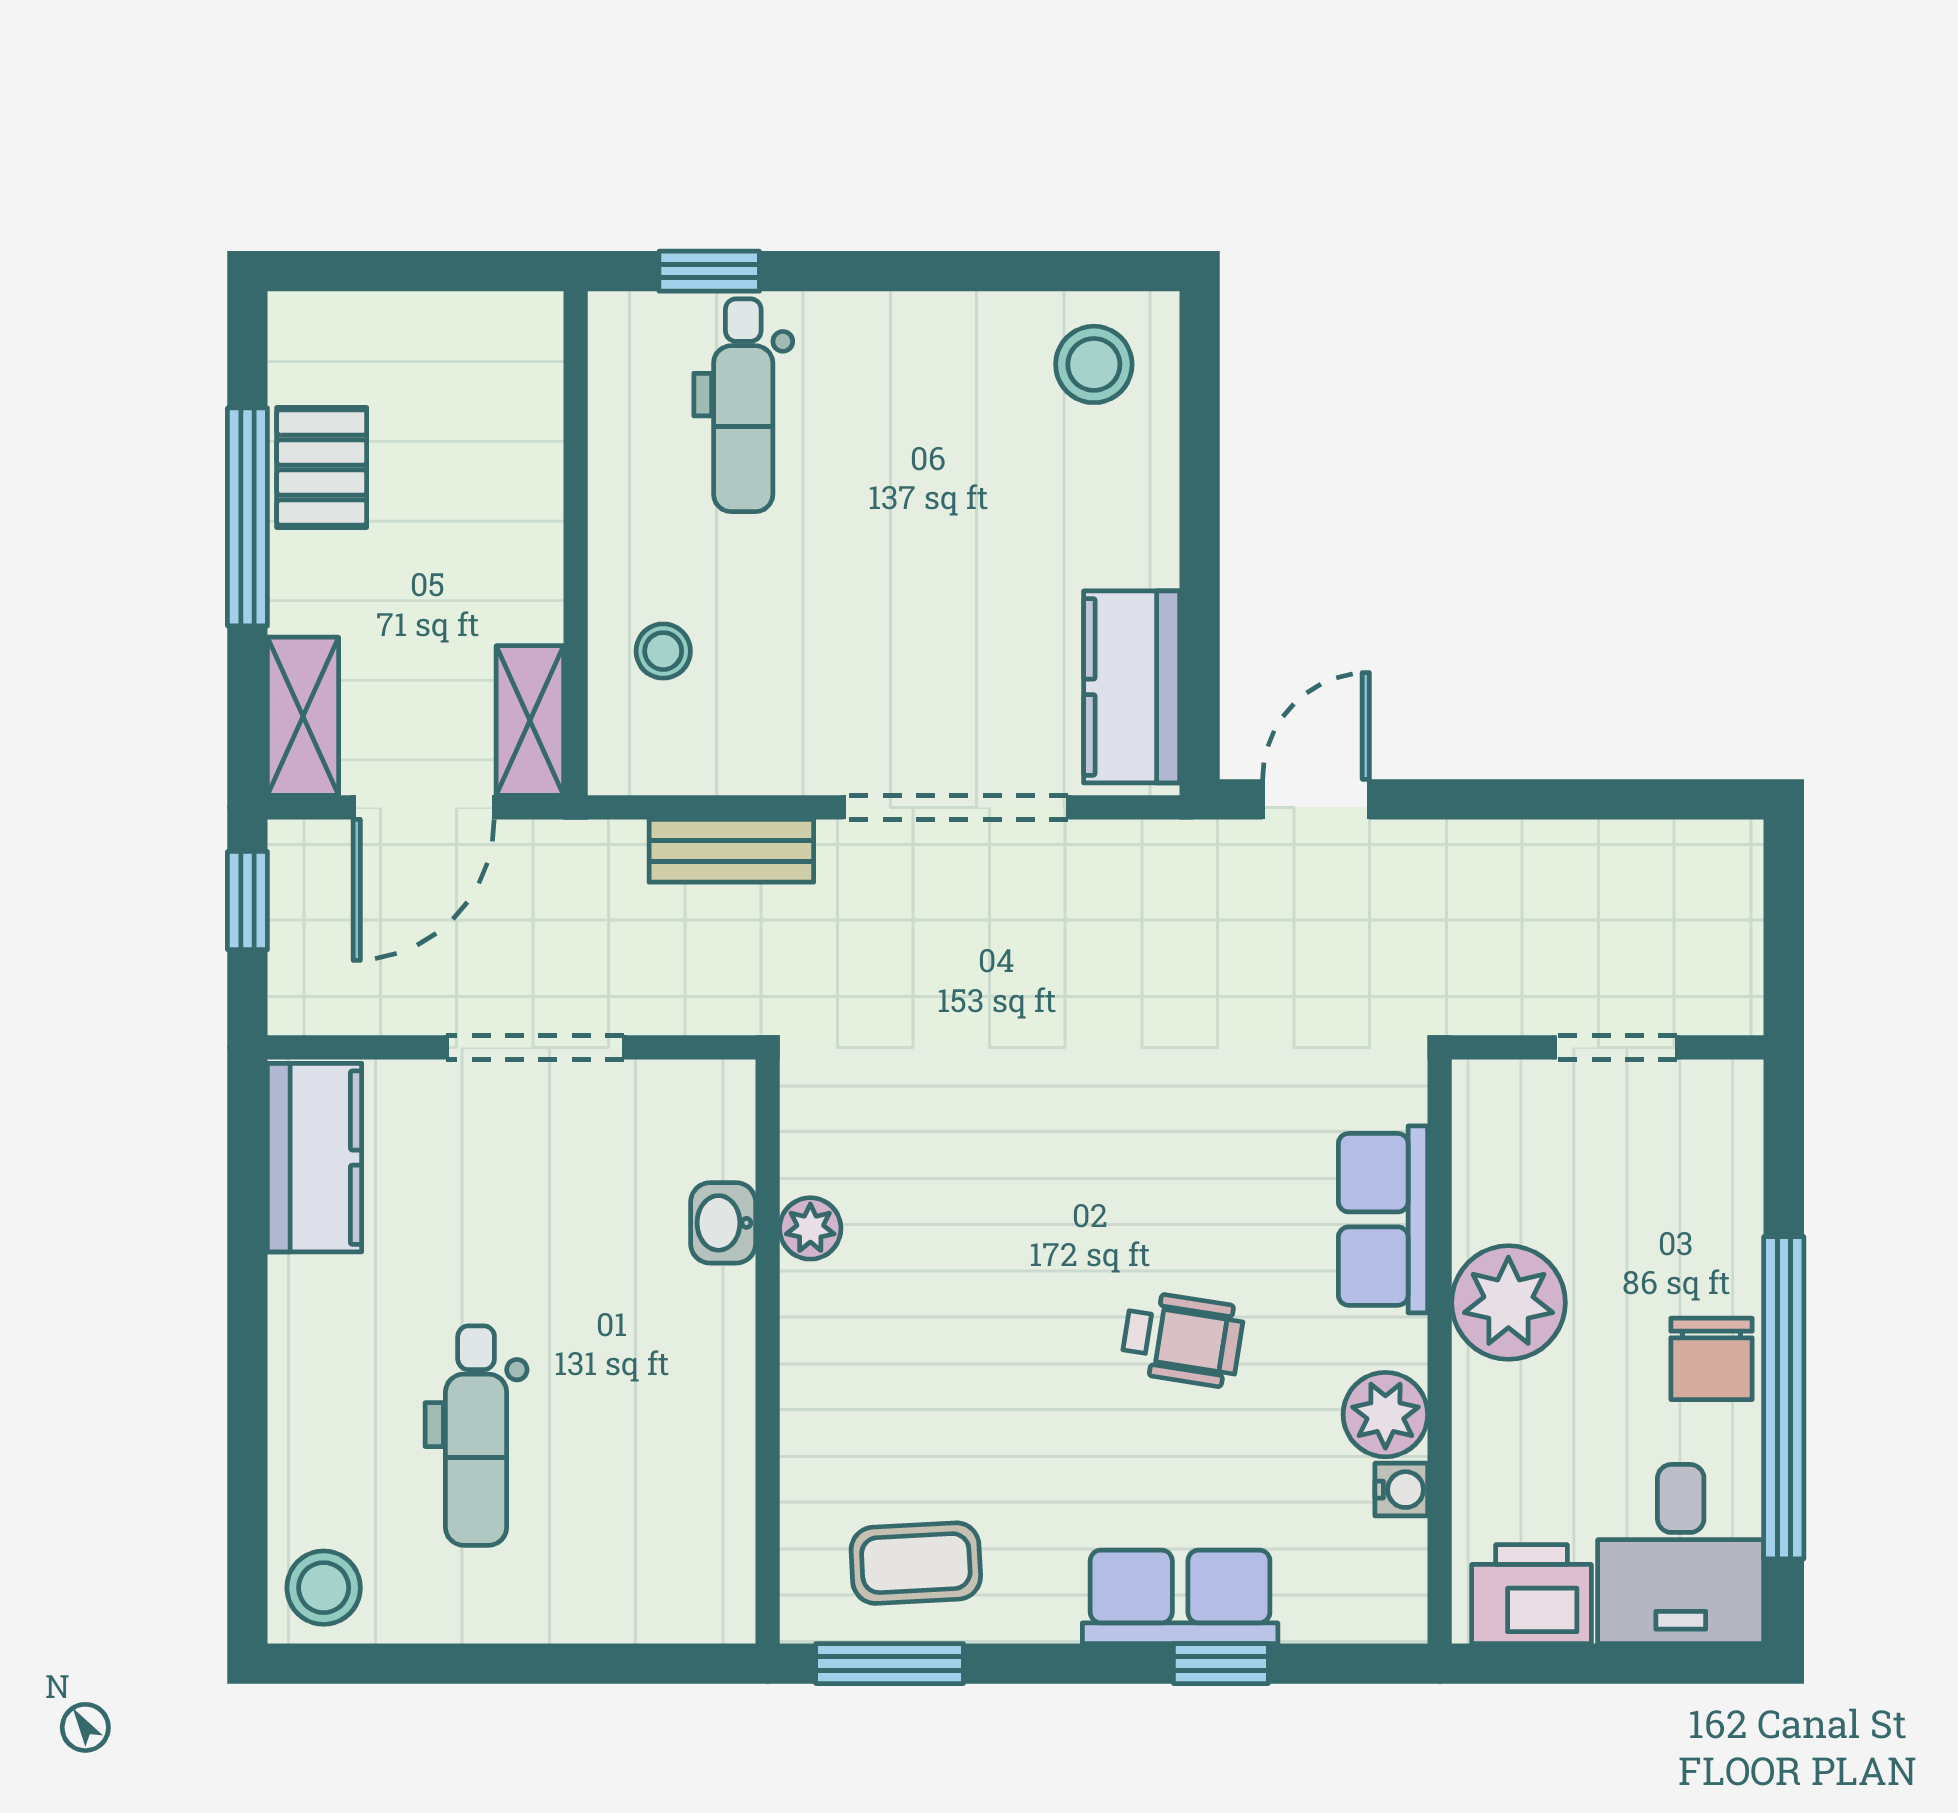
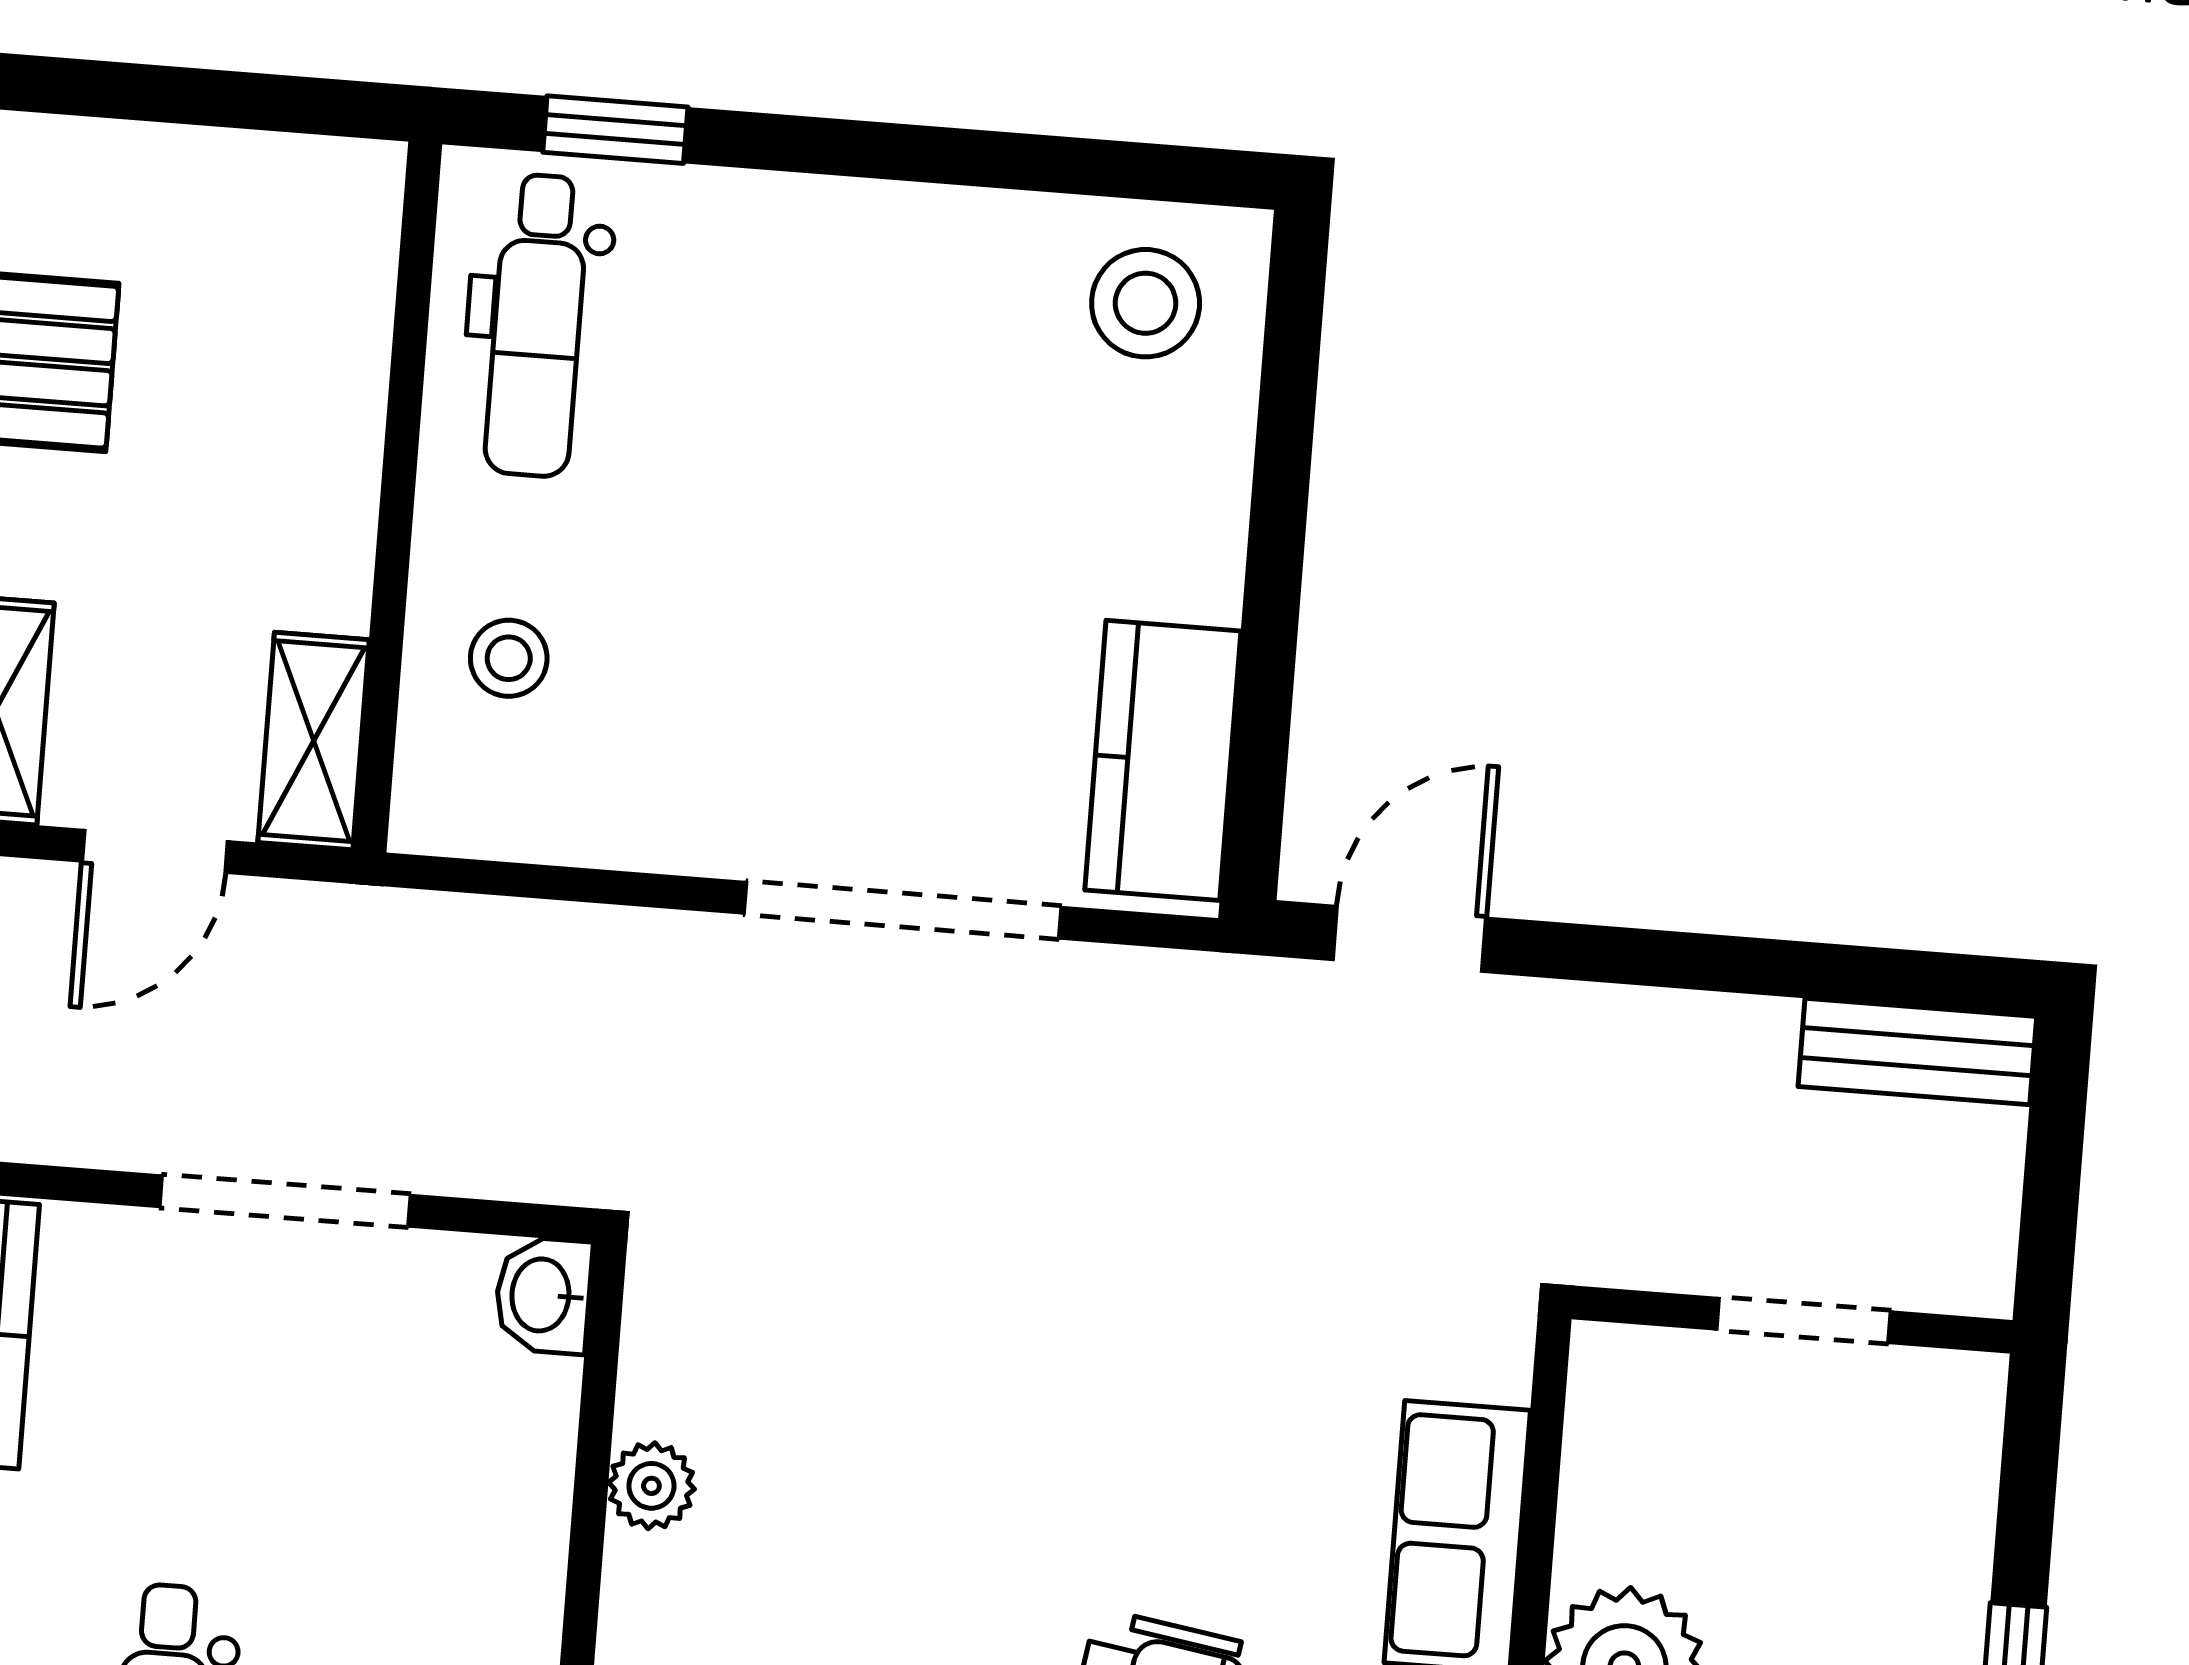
dental chair: (743, 405) -> (537, 325), moved
door: (424, 807) -> (155, 851), width x0.73
bench: (731, 851) -> (1917, 1051), moved
washbasin: (723, 1223) -> (543, 1295), moved

